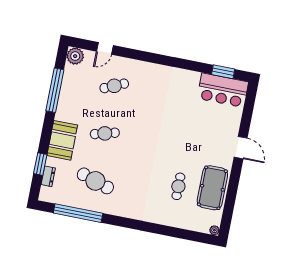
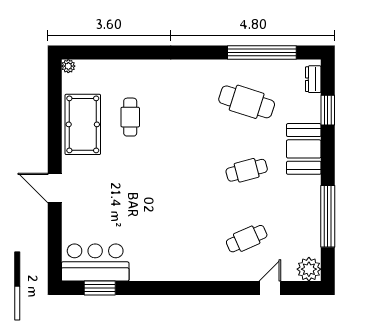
dresser: (48, 176) -> (313, 79), moved

